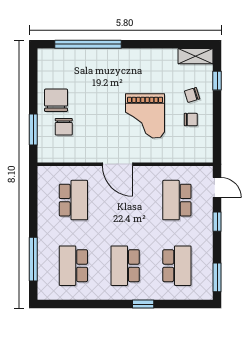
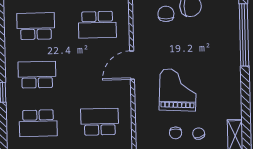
grand piano: (145, 116) -> (178, 90), turned 93
chair: (64, 127) -> (166, 14), turned 90

